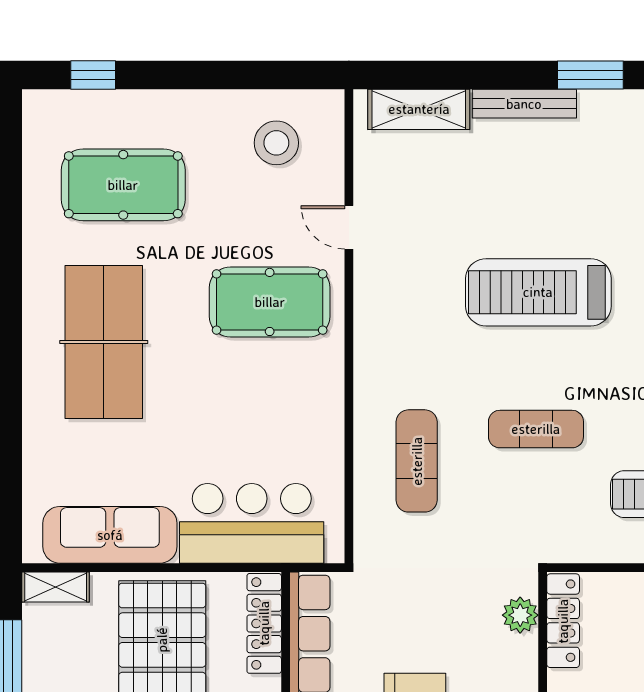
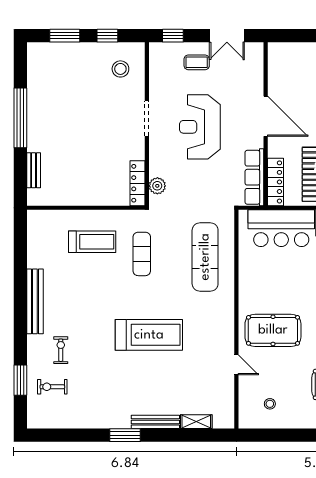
shelving: (419, 109) -> (196, 422), width x0.67, depth x0.75
stool: (276, 143) -> (270, 404), width x0.53, depth x0.53
exercise mat: (536, 429) -> (142, 254), moved, turned 90
exercise mat: (417, 461) -> (205, 257), width x1.36, depth x1.45

